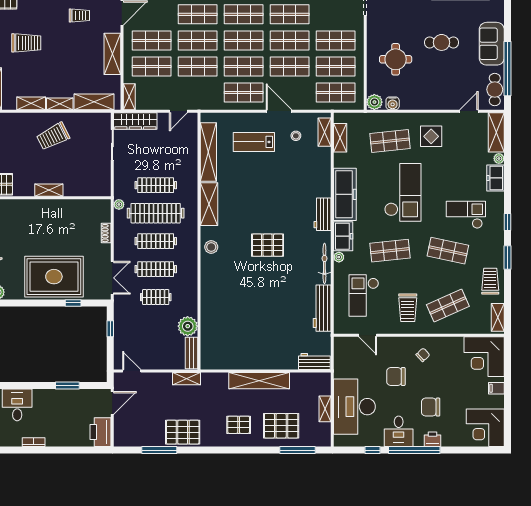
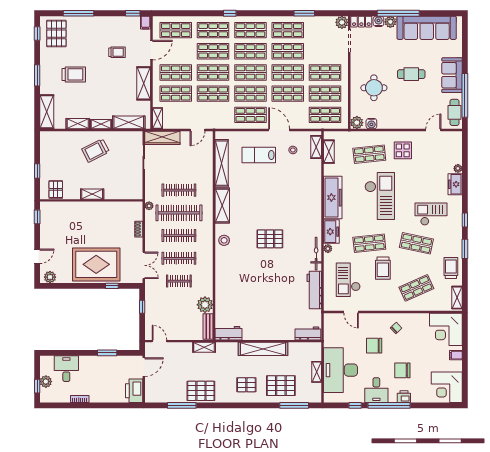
shelving: (496, 132) -> (456, 147), removed
workbench: (322, 214) -> (229, 333), moved, turned 90
trolley: (408, 308) -> (383, 268), moved

